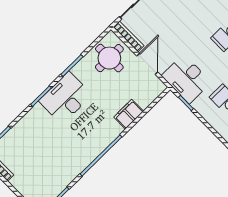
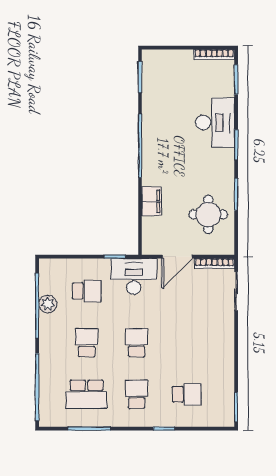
round table: (109, 58) -> (208, 214), moved
door: (147, 64) -> (177, 257), hinge flipped
desk: (65, 98) -> (215, 123), moved

